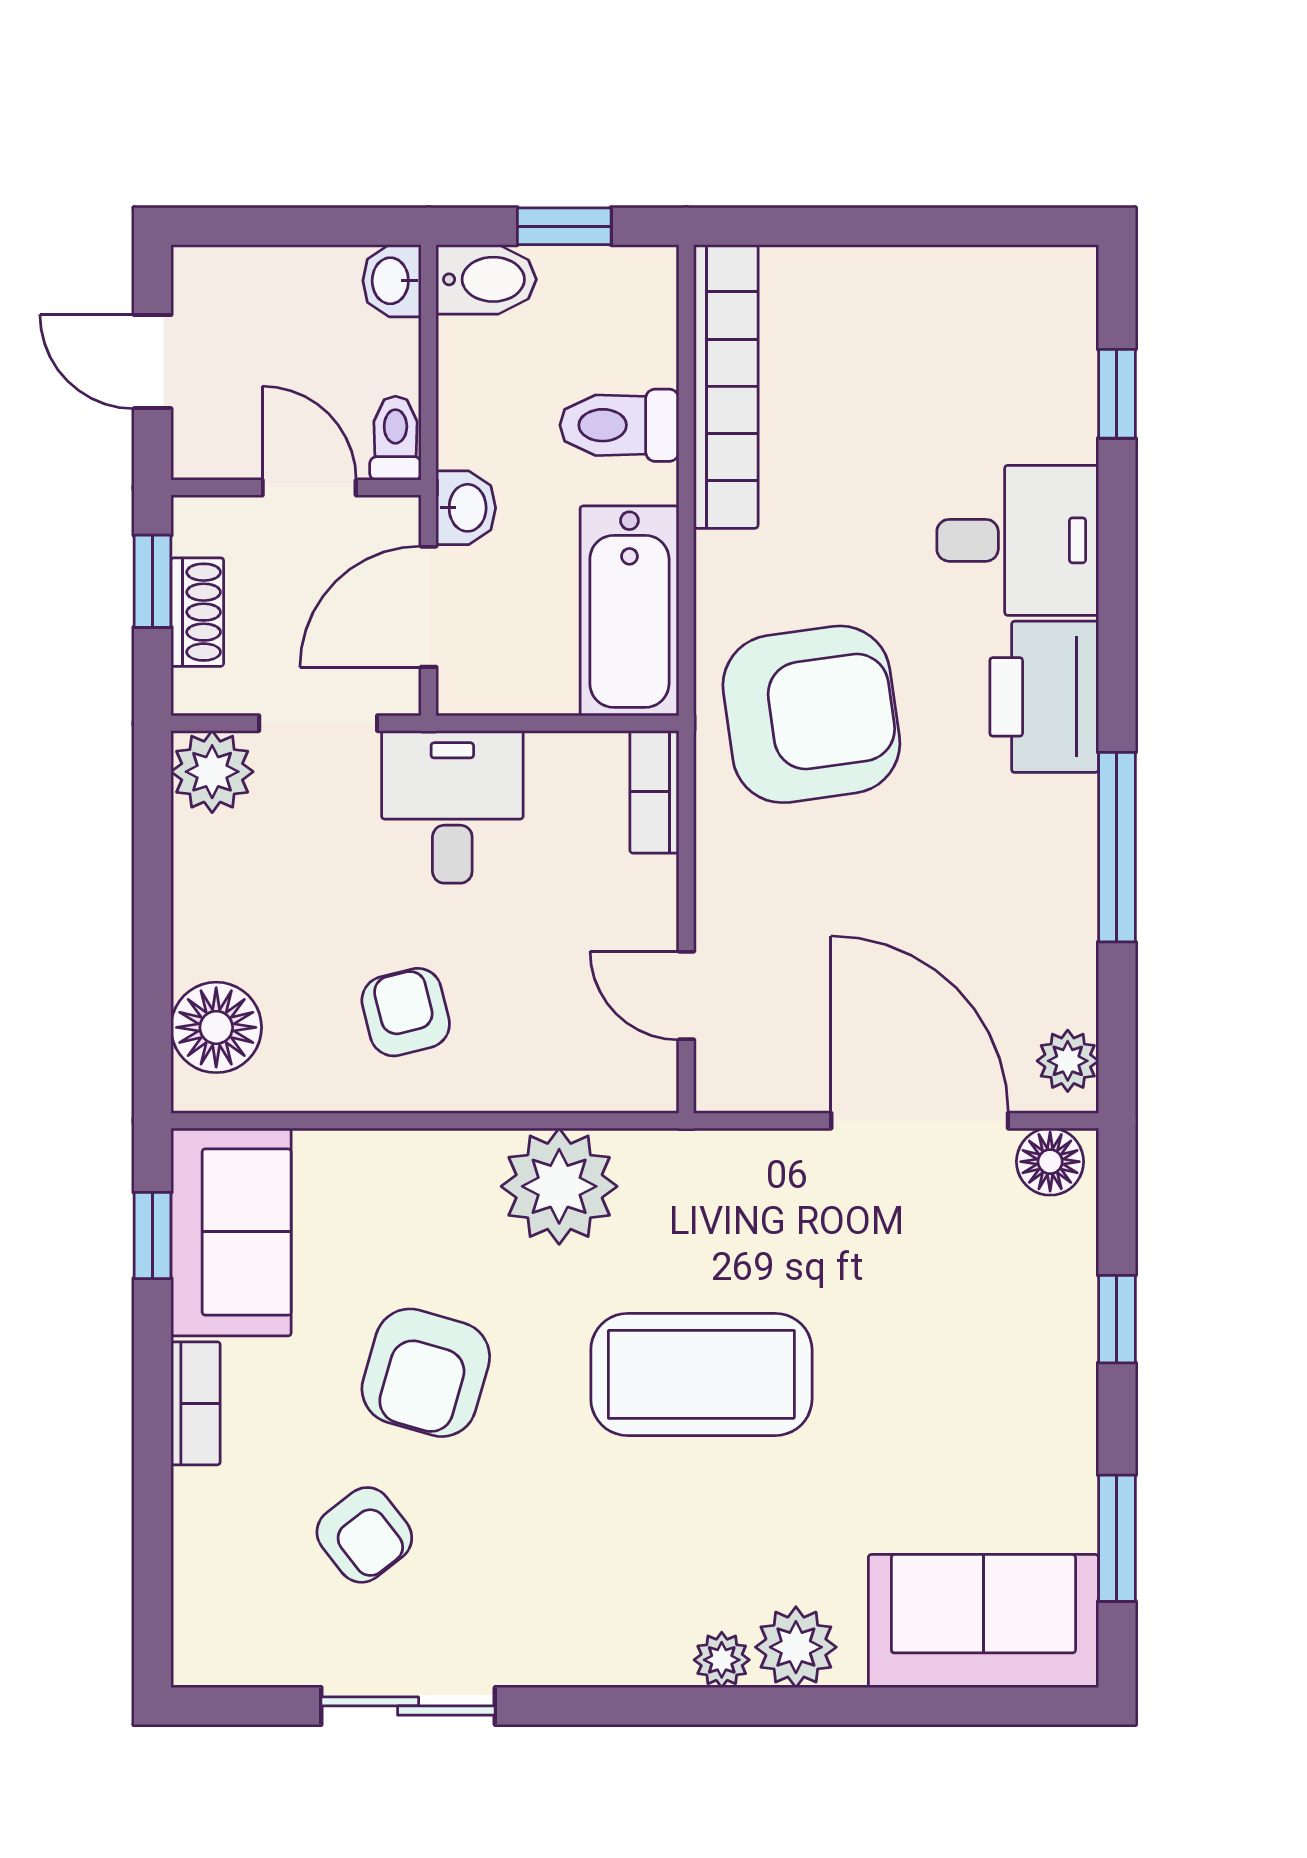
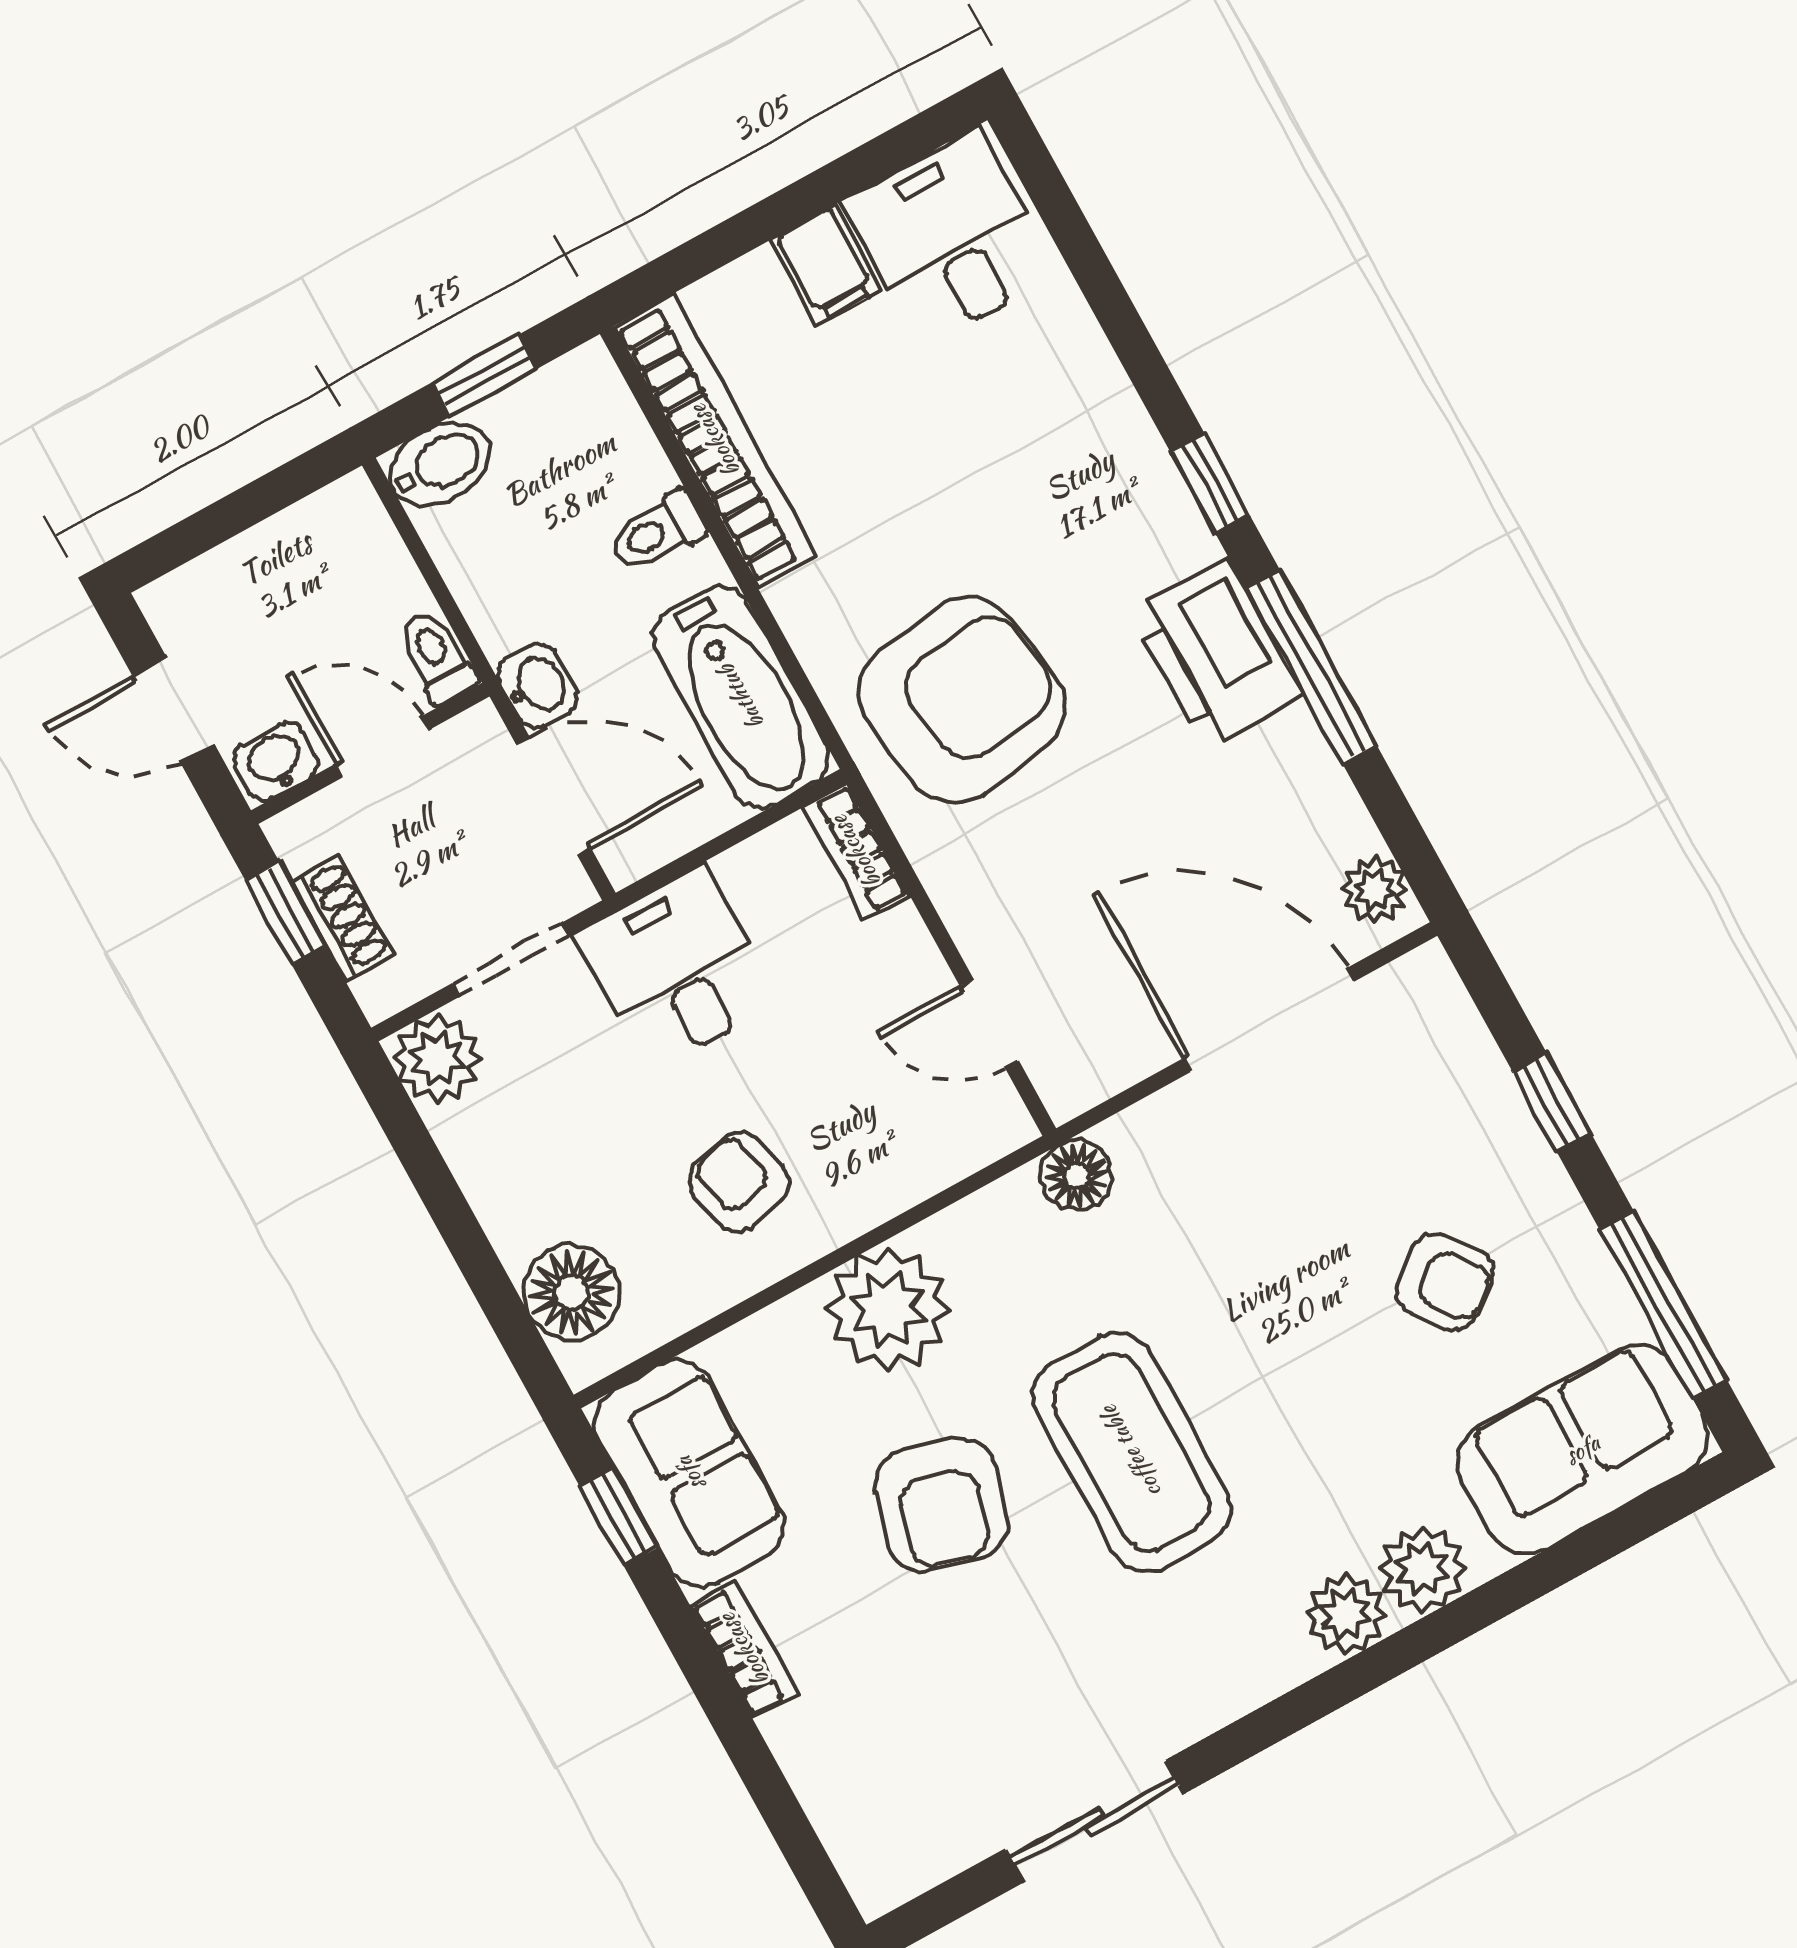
washbasin: (392, 281) -> (276, 762), moved, turned 90
filing cabinet: (898, 291) -> (826, 265), added
window: (1117, 394) -> (1210, 484), moved
toilet: (619, 425) -> (657, 532), width x0.73, depth x0.72
desk: (1018, 540) -> (950, 238), moved, turned -90
door: (429, 607) -> (553, 796), swing flipped
printer: (1044, 697) -> (1216, 654), moved
floor lamp: (1050, 1162) -> (1076, 1175), moved
plant: (559, 1186) -> (888, 1309), moved
coffee table: (701, 1374) -> (1131, 1452), moved, turned 90
armchair: (364, 1535) -> (1445, 1282), moved
window: (1117, 1538) -> (1663, 1305), width x1.44
plant: (722, 1660) -> (1346, 1614), width x1.38, depth x1.38

